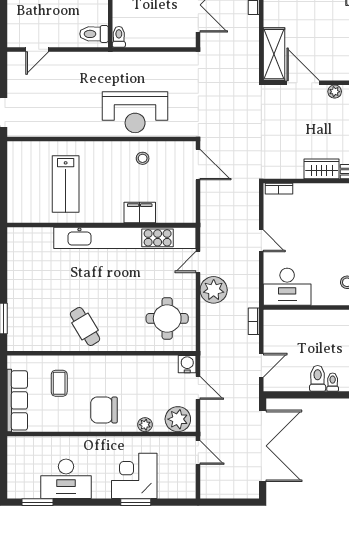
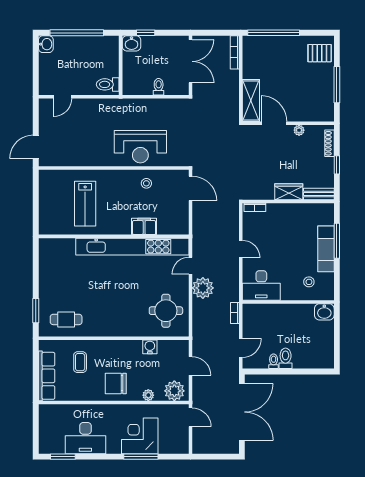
toilet: (119, 37) -> (159, 87), moved
cafe table: (85, 327) -> (66, 319), moved, turned -59
water cooler: (187, 364) -> (150, 347), moved
toilet: (333, 382) -> (274, 361), moved
window: (136, 502) -> (141, 457), width x1.44

